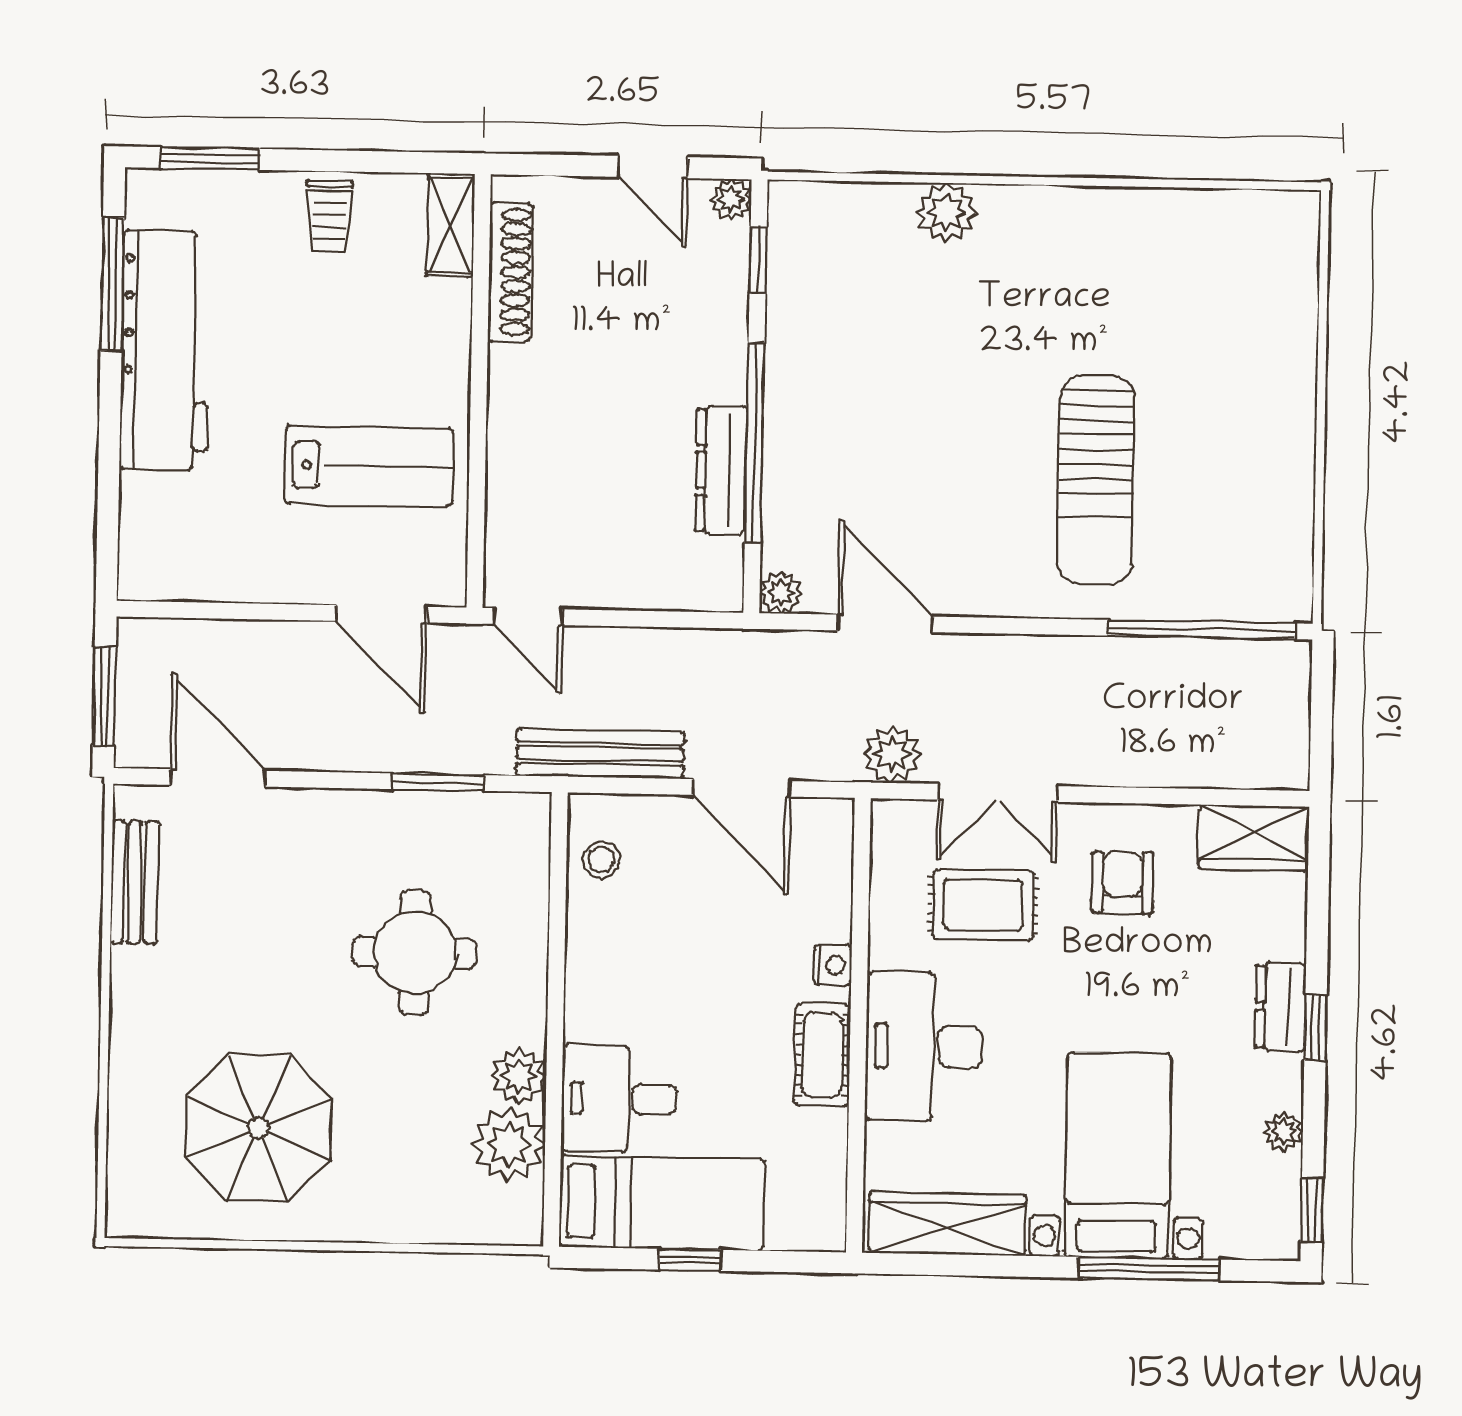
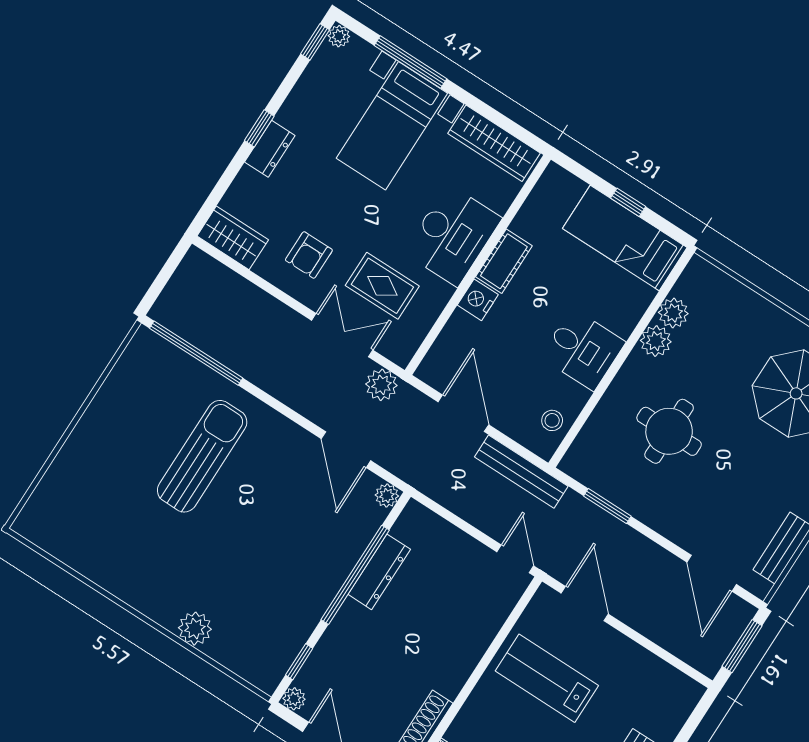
nightstand: (833, 965) -> (478, 300), width x1.39, depth x1.35
desk: (619, 1099) -> (583, 349), moved
plant: (1283, 1132) -> (339, 36), moved
plant: (509, 1144) -> (673, 313), width x0.73, depth x0.73

